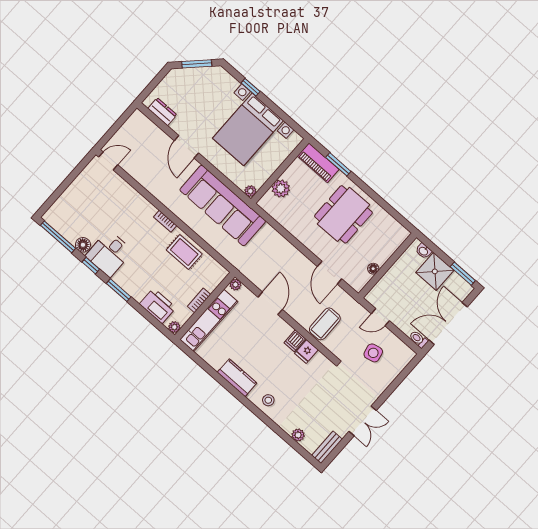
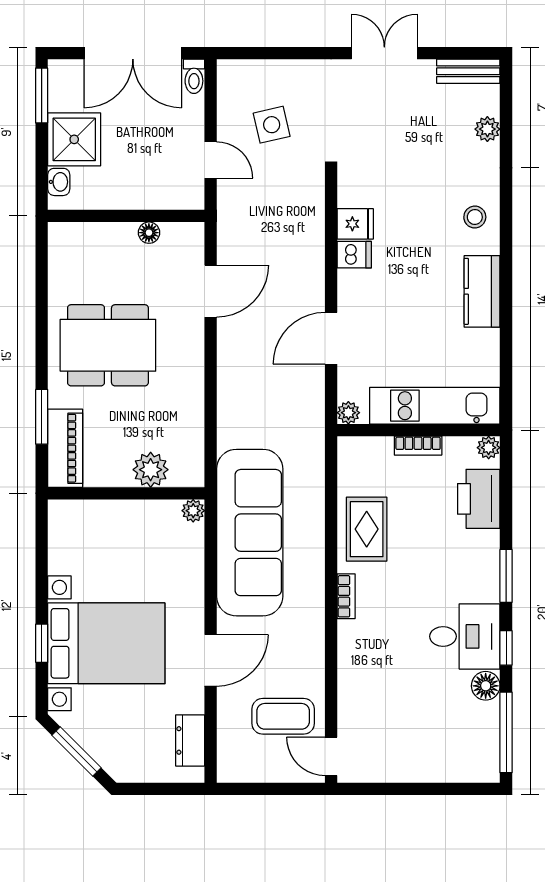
bed with nightstands: (248, 129) -> (106, 643), moved
coffee table: (325, 324) -> (283, 716), moved

